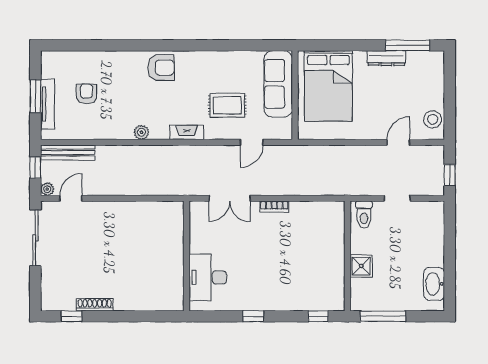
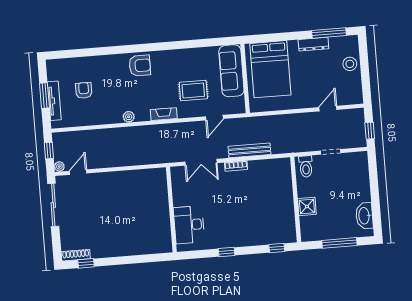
stool: (433, 119) -> (350, 64), moved
bench: (68, 153) -> (249, 150), moved
shoe rack: (95, 305) -> (76, 255), moved
window: (383, 316) -> (339, 243), moved

